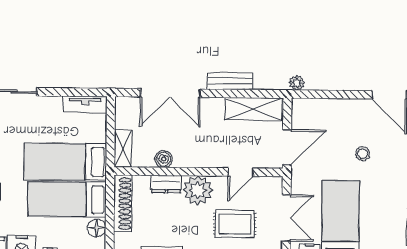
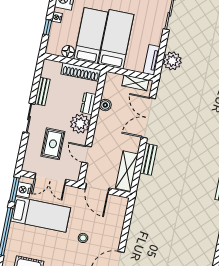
plant: (297, 83) -> (172, 61), moved, width x1.88, depth x1.88
shelving: (123, 148) -> (135, 83), moved

